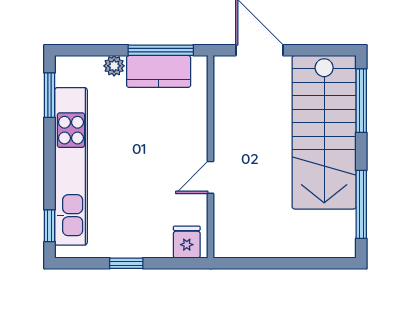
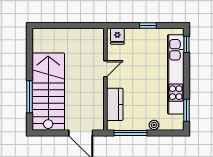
kitchen counter: (159, 71) -> (115, 104), moved, turned 90
window: (361, 101) -> (29, 97), moved
window: (361, 204) -> (29, 55), removed

